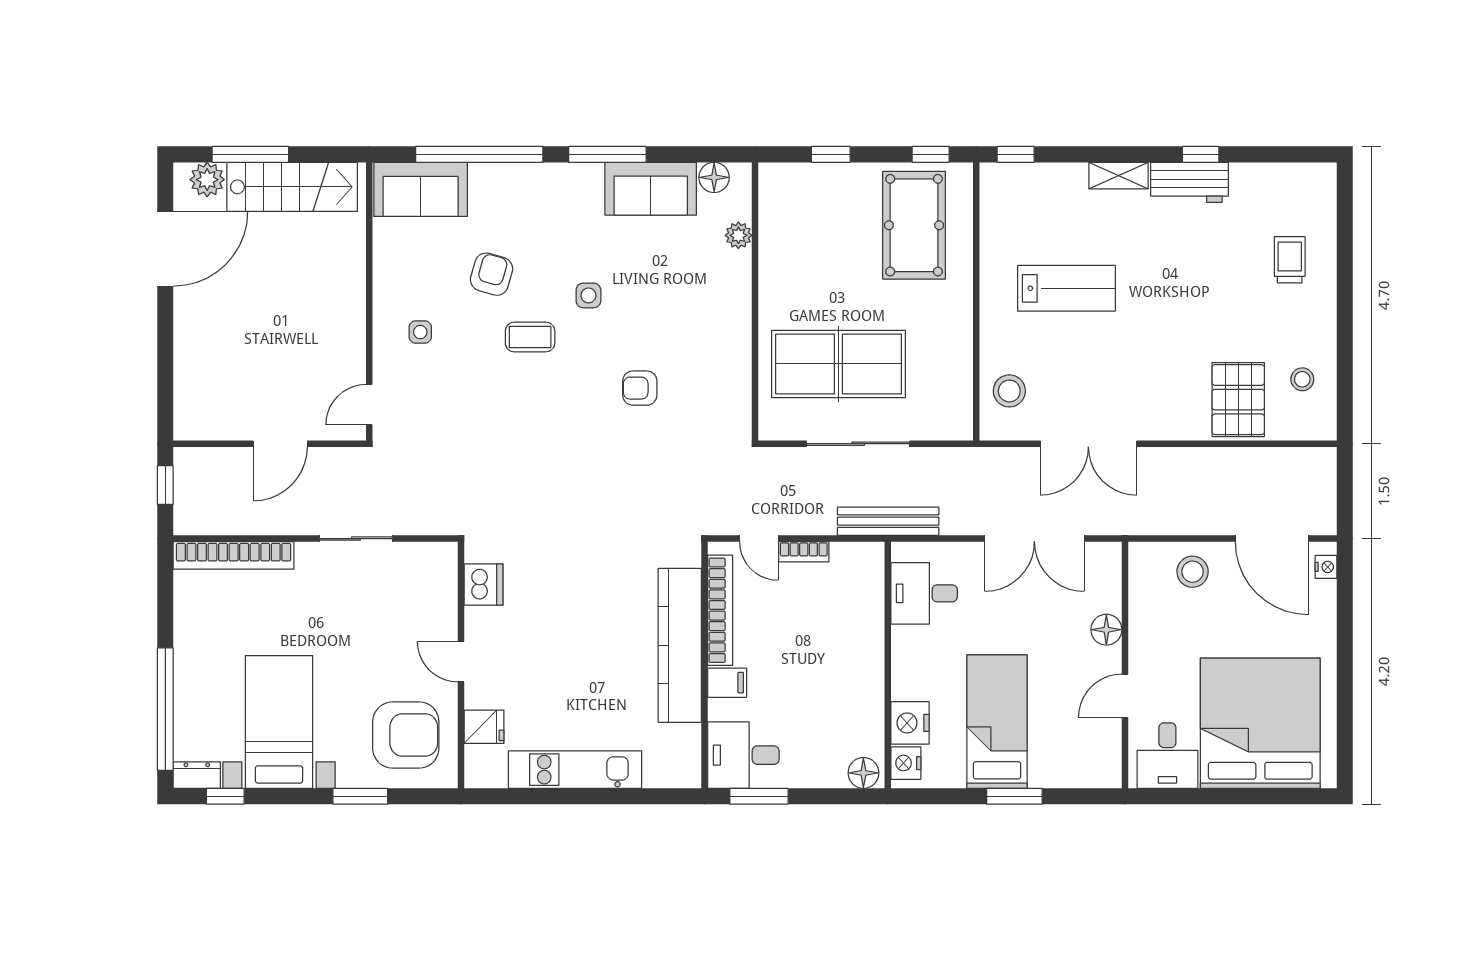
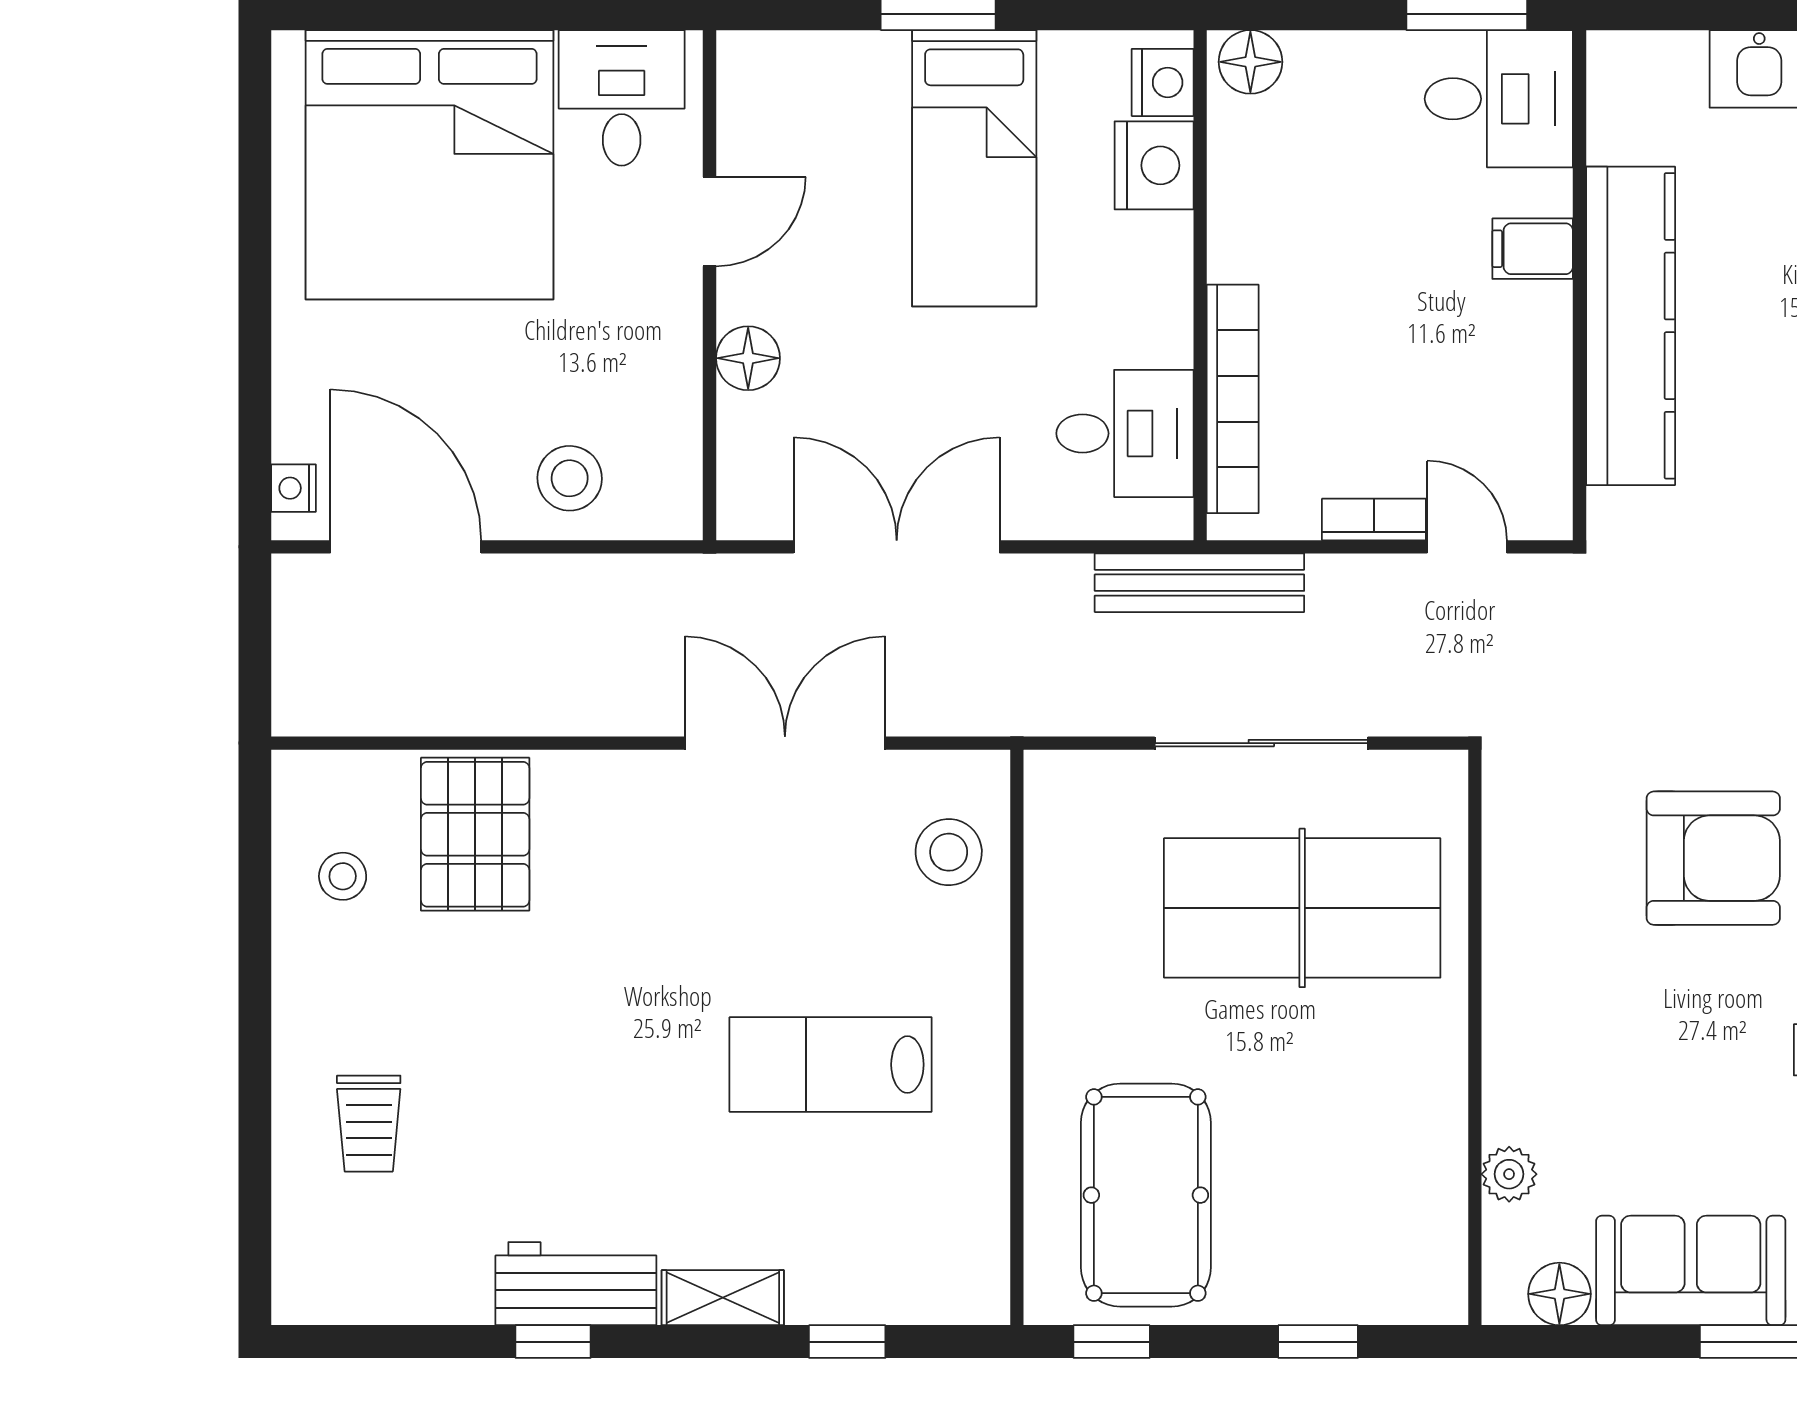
window: (1016, 154) -> (847, 1342), moved
armchair: (640, 388) -> (1713, 858), width x1.88, depth x1.88
bookcase: (720, 610) -> (1233, 399), moved, turned 180

